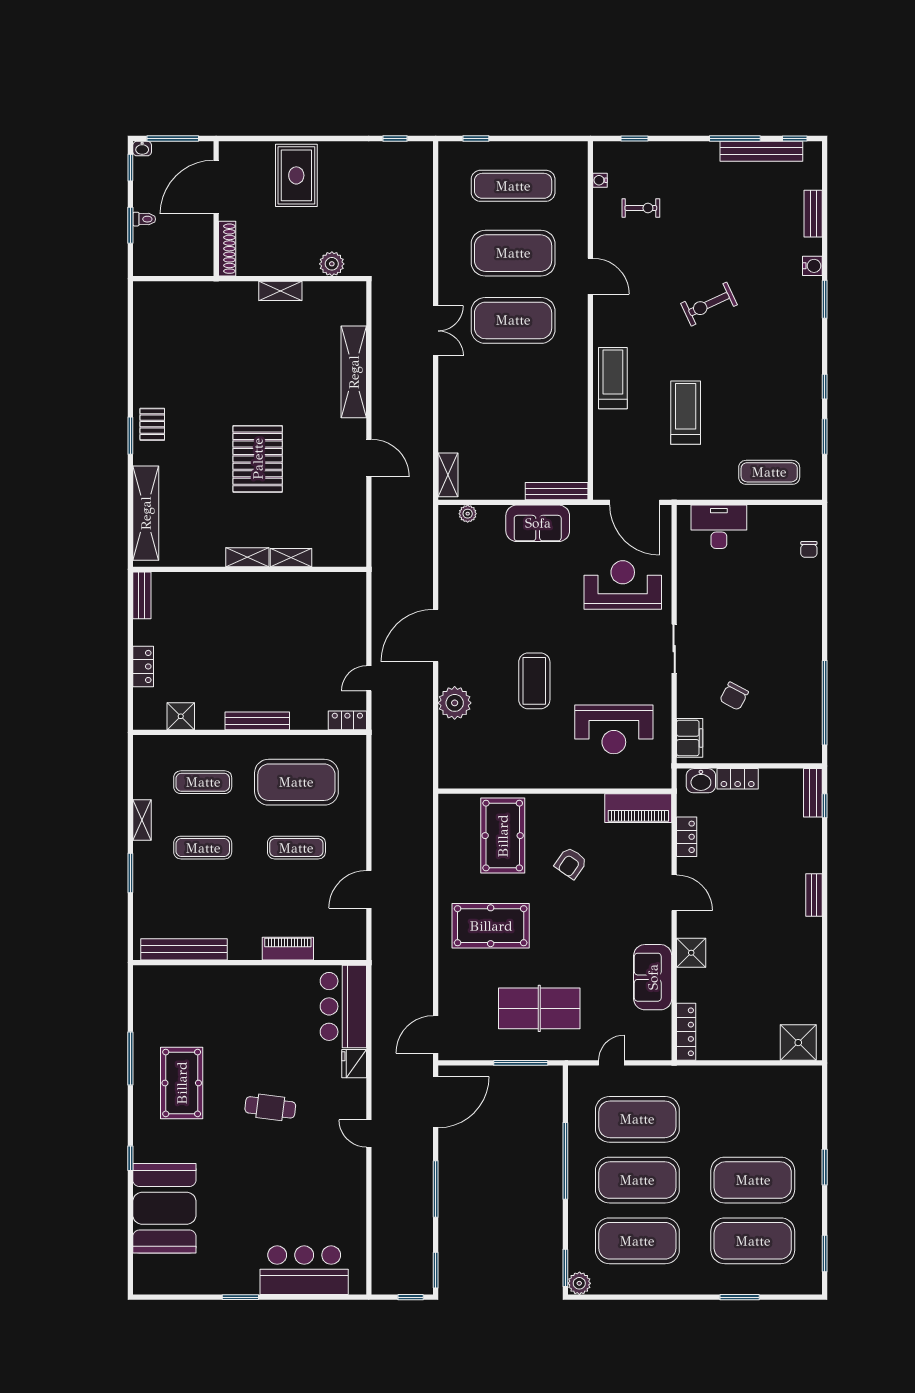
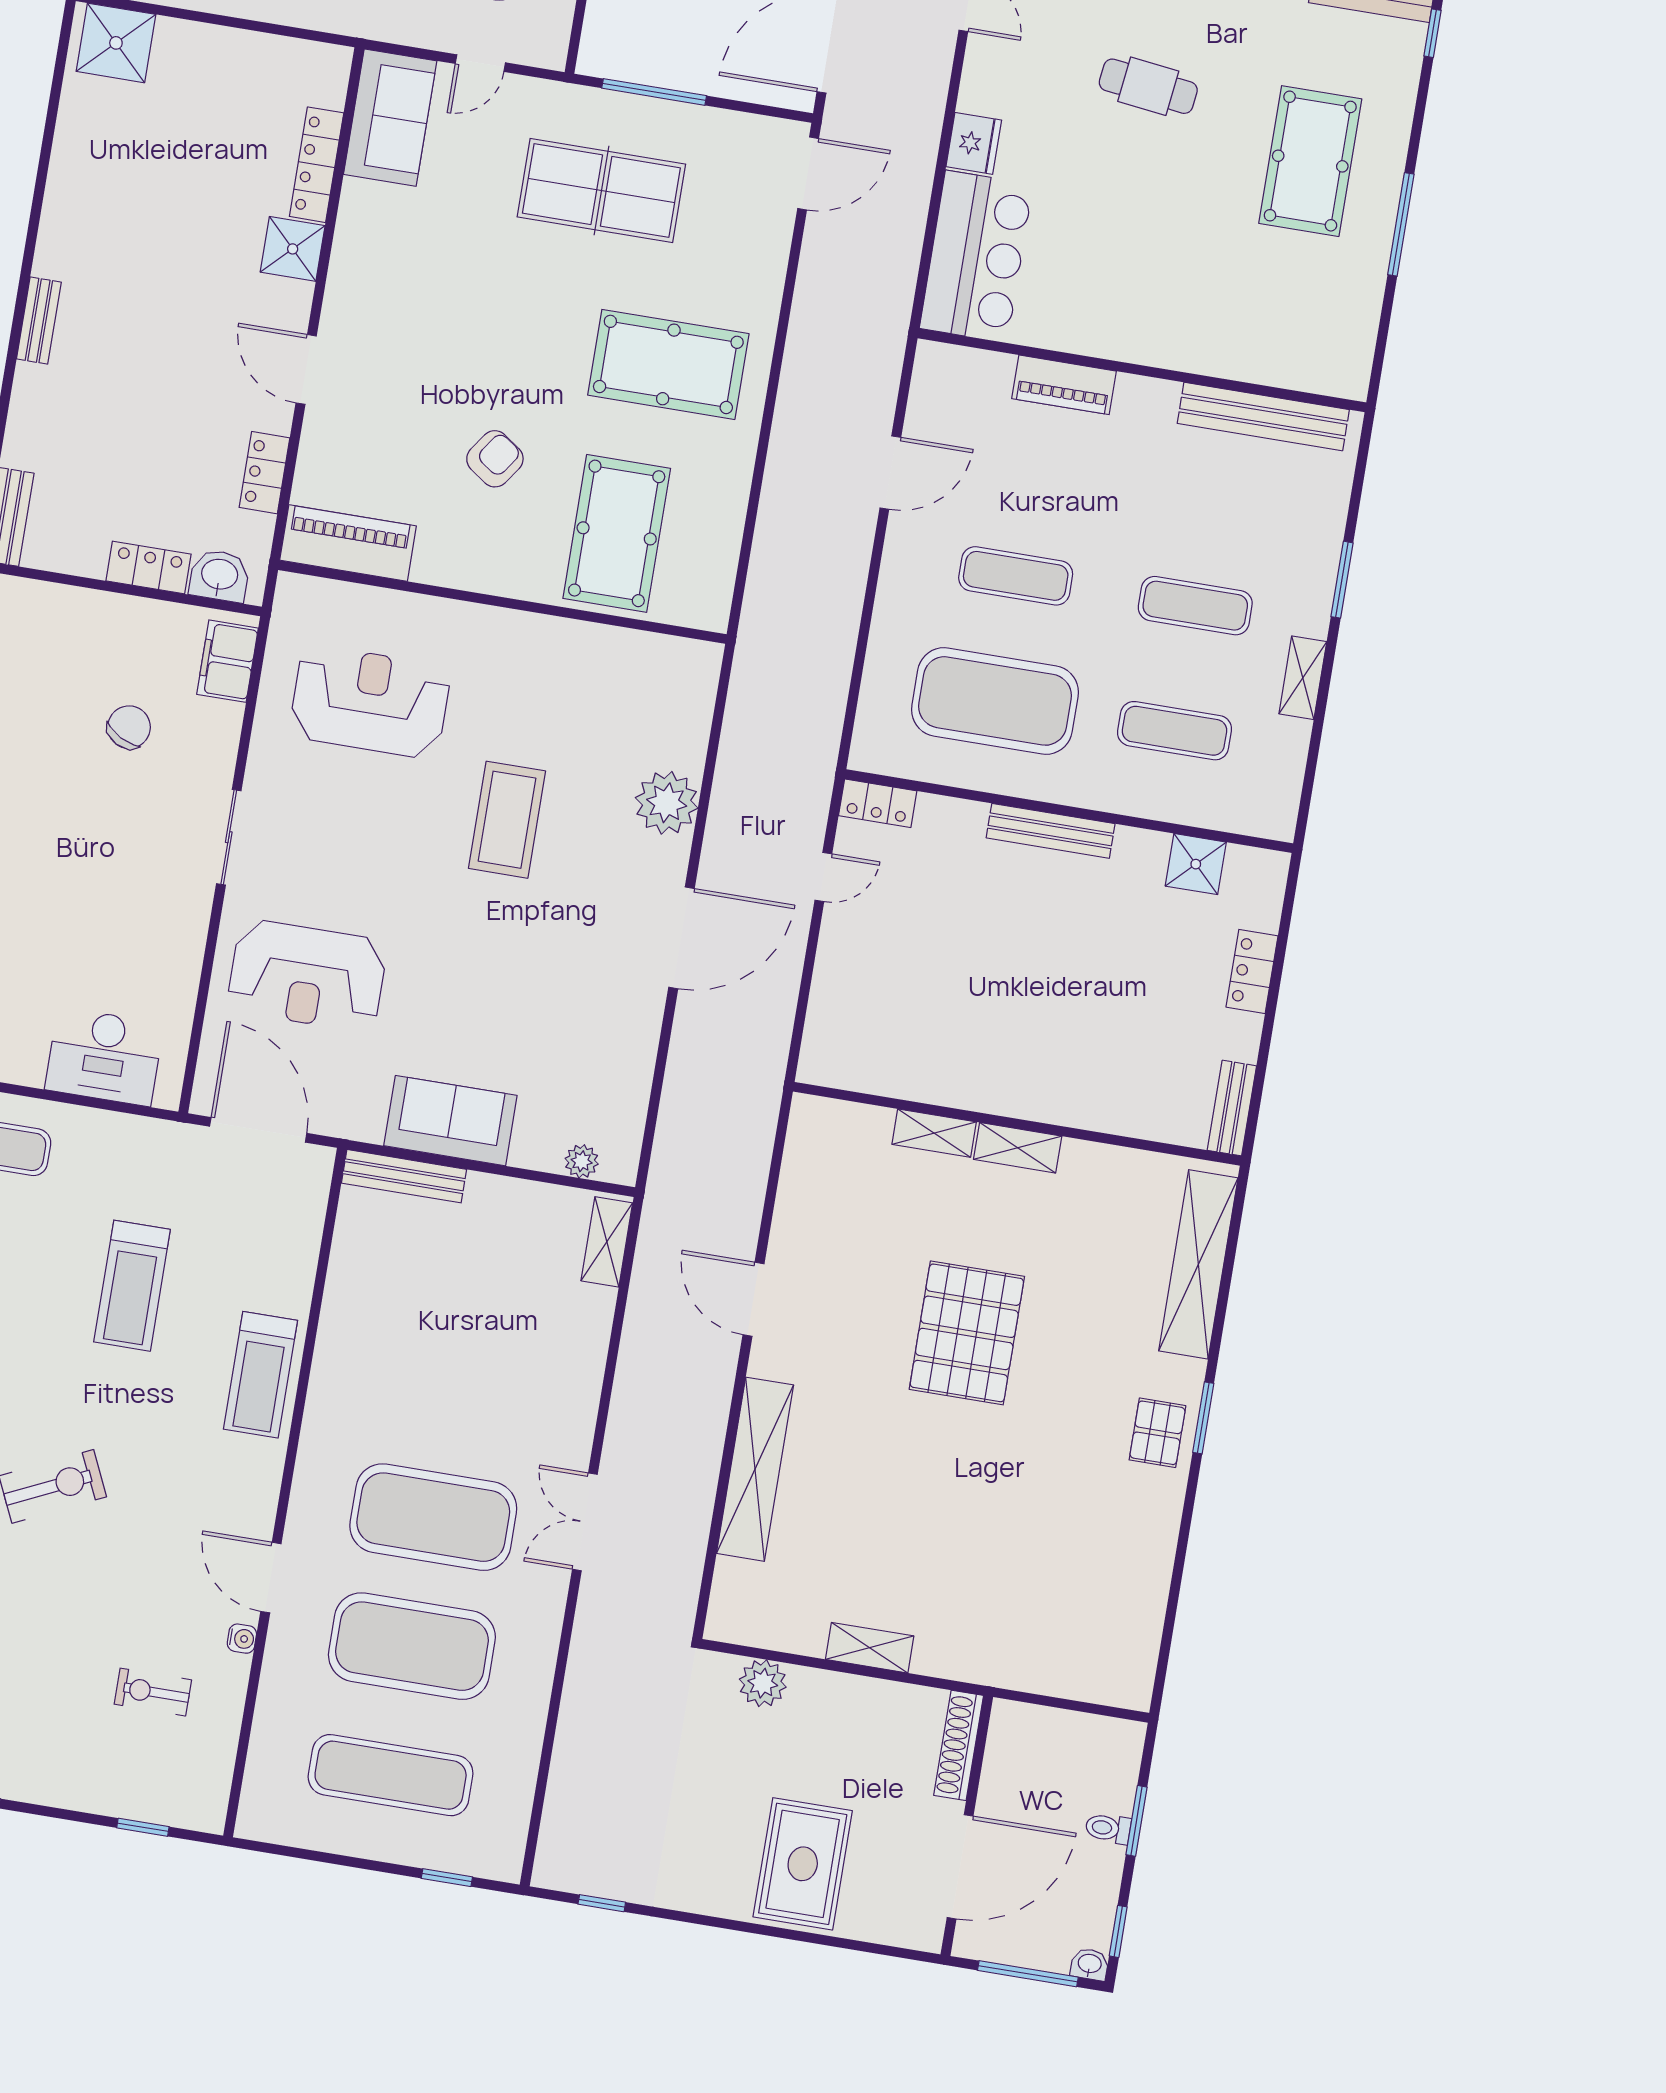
water cooler: (600, 180) -> (242, 1639), moved
sofa: (653, 977) -> (390, 118), moved
locker: (686, 1032) -> (317, 165), moved

